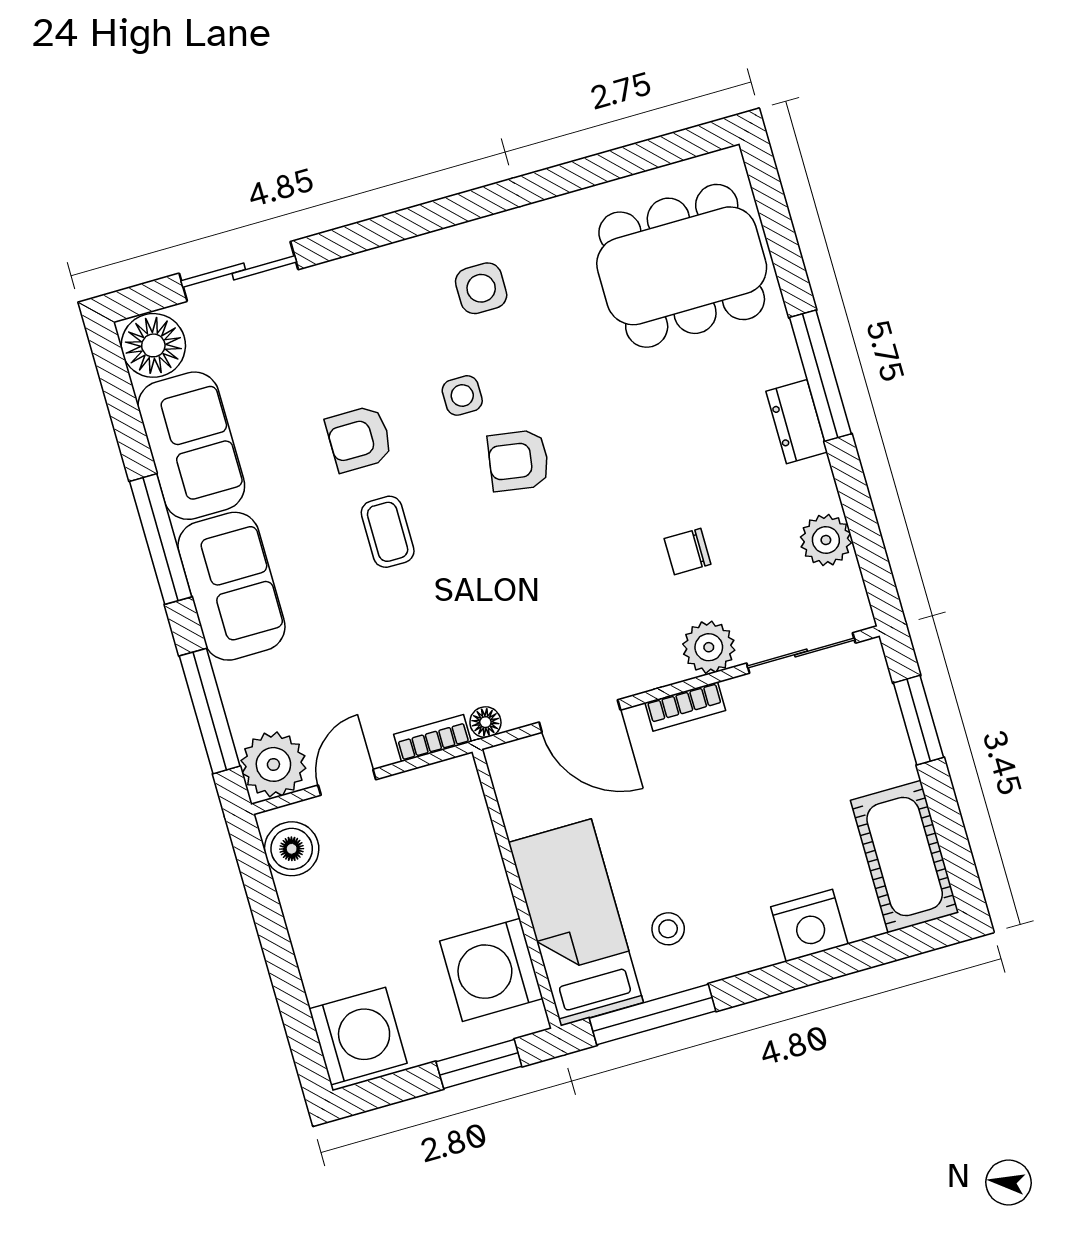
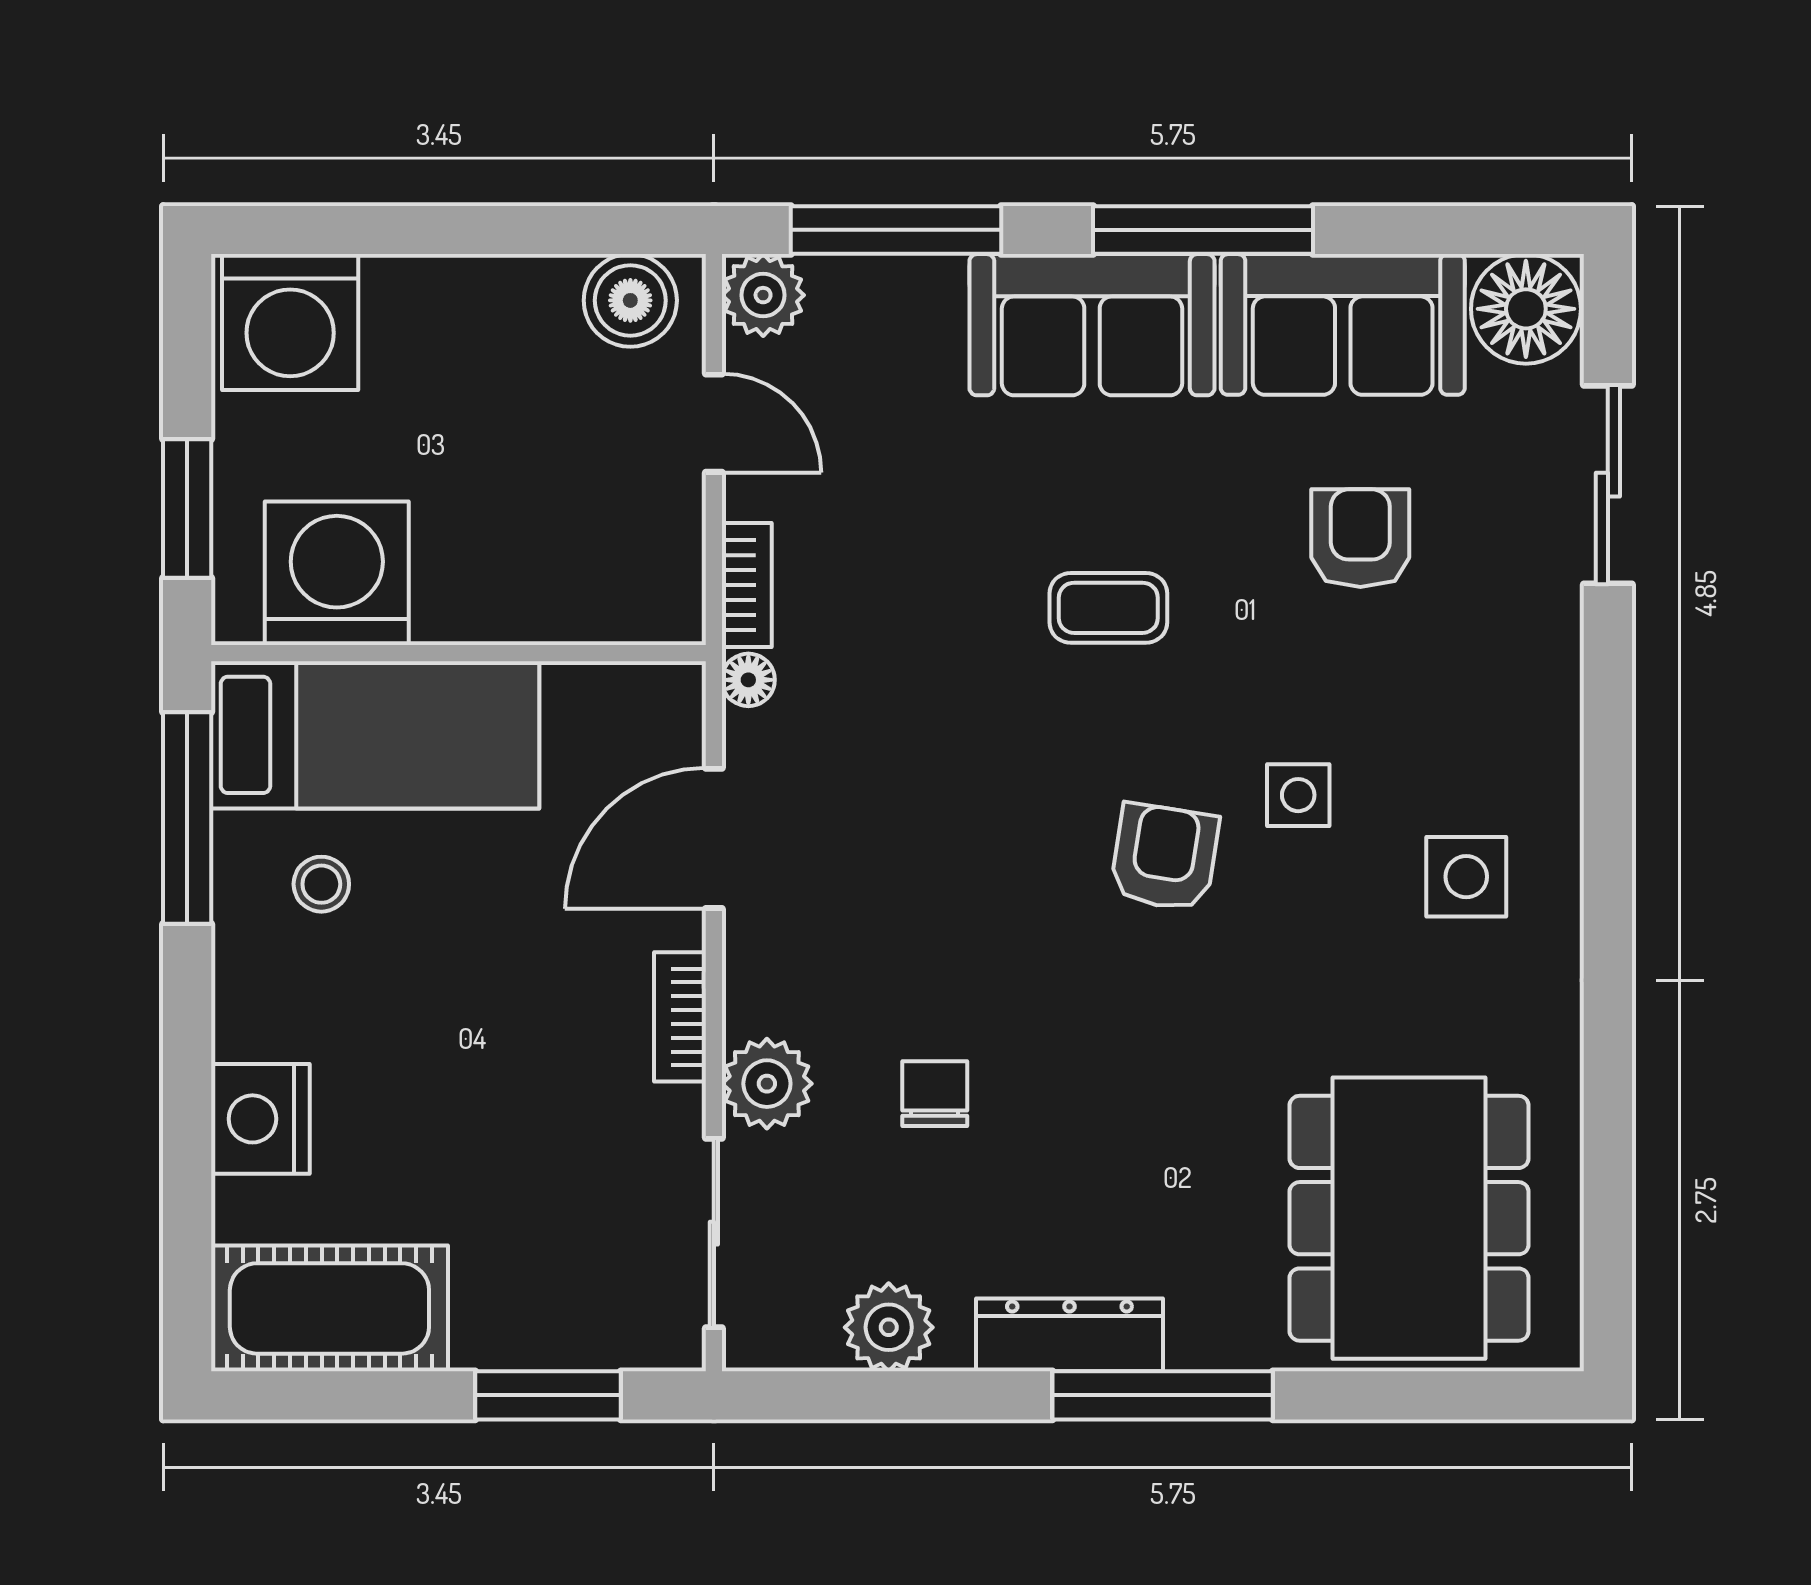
dresser: (797, 422) -> (1069, 1335), width x1.44
armchair: (359, 439) -> (1360, 538), moved
plant: (273, 764) -> (763, 295), width x0.73, depth x0.73

